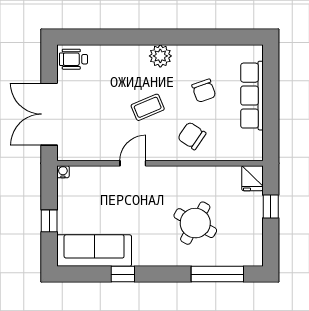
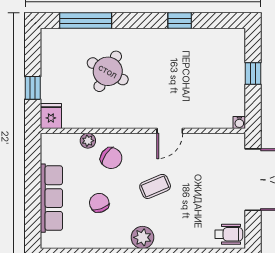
plant: (215, 153) -> (88, 141), added
sofa: (94, 251) -> (208, 44), removed

